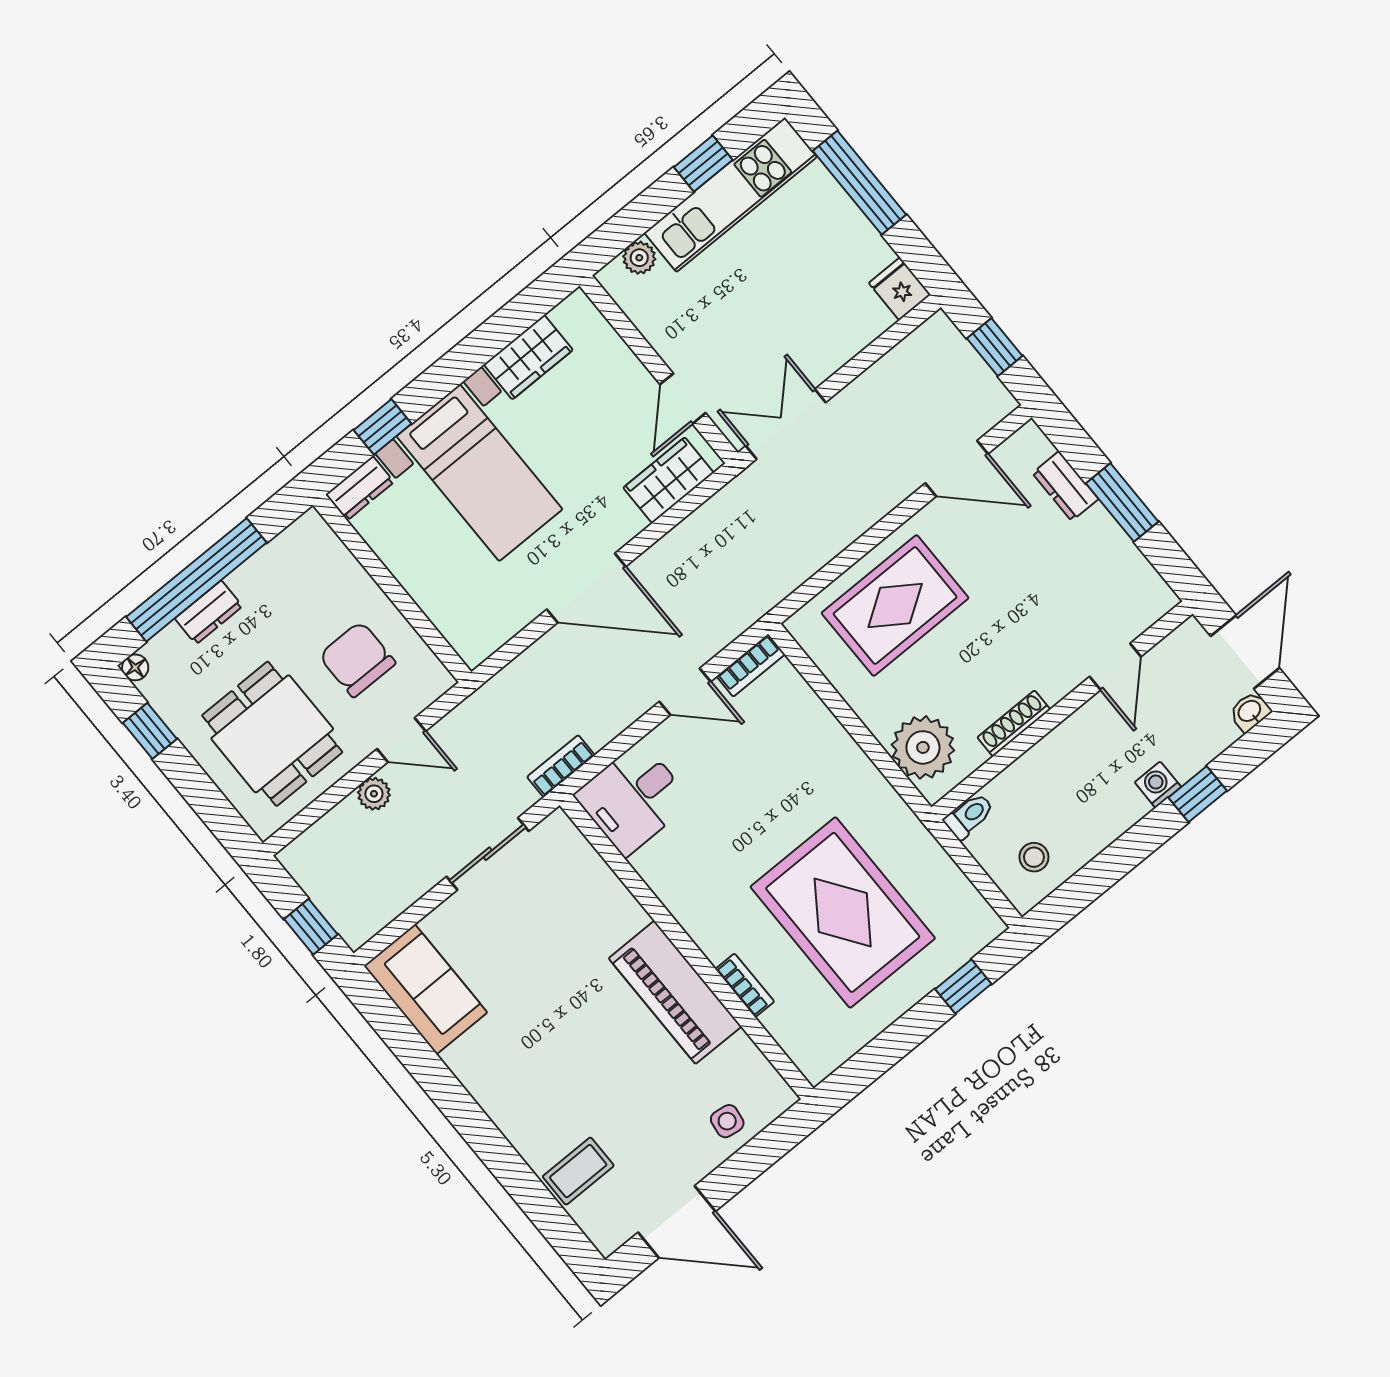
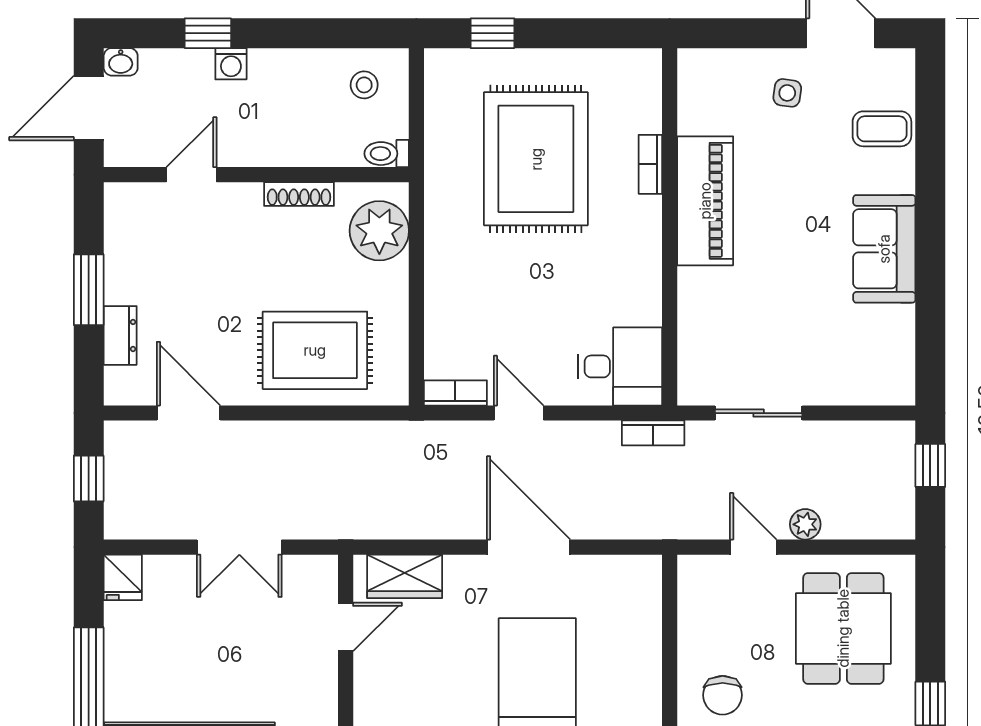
double door: (786, 424) -> (239, 547), moved
chair: (357, 659) -> (723, 695), moved, width x0.73, depth x0.73
sofa: (426, 989) -> (884, 249), moved
side table: (727, 1121) -> (787, 93), moved

